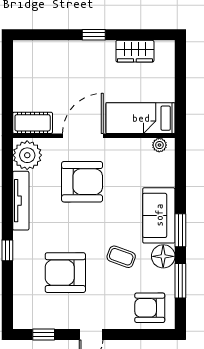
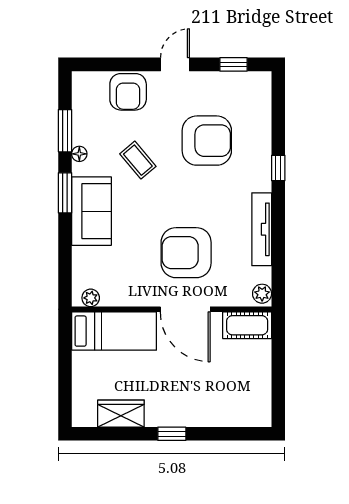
door: (83, 136) -> (185, 309), hinge flipped
plant: (27, 155) -> (262, 294), width x0.53, depth x0.53
floor lamp: (163, 256) -> (79, 154), width x0.53, depth x0.53
coffee table: (121, 257) -> (138, 160), turned 30
armchair: (150, 308) -> (128, 92), moved, turned 90

